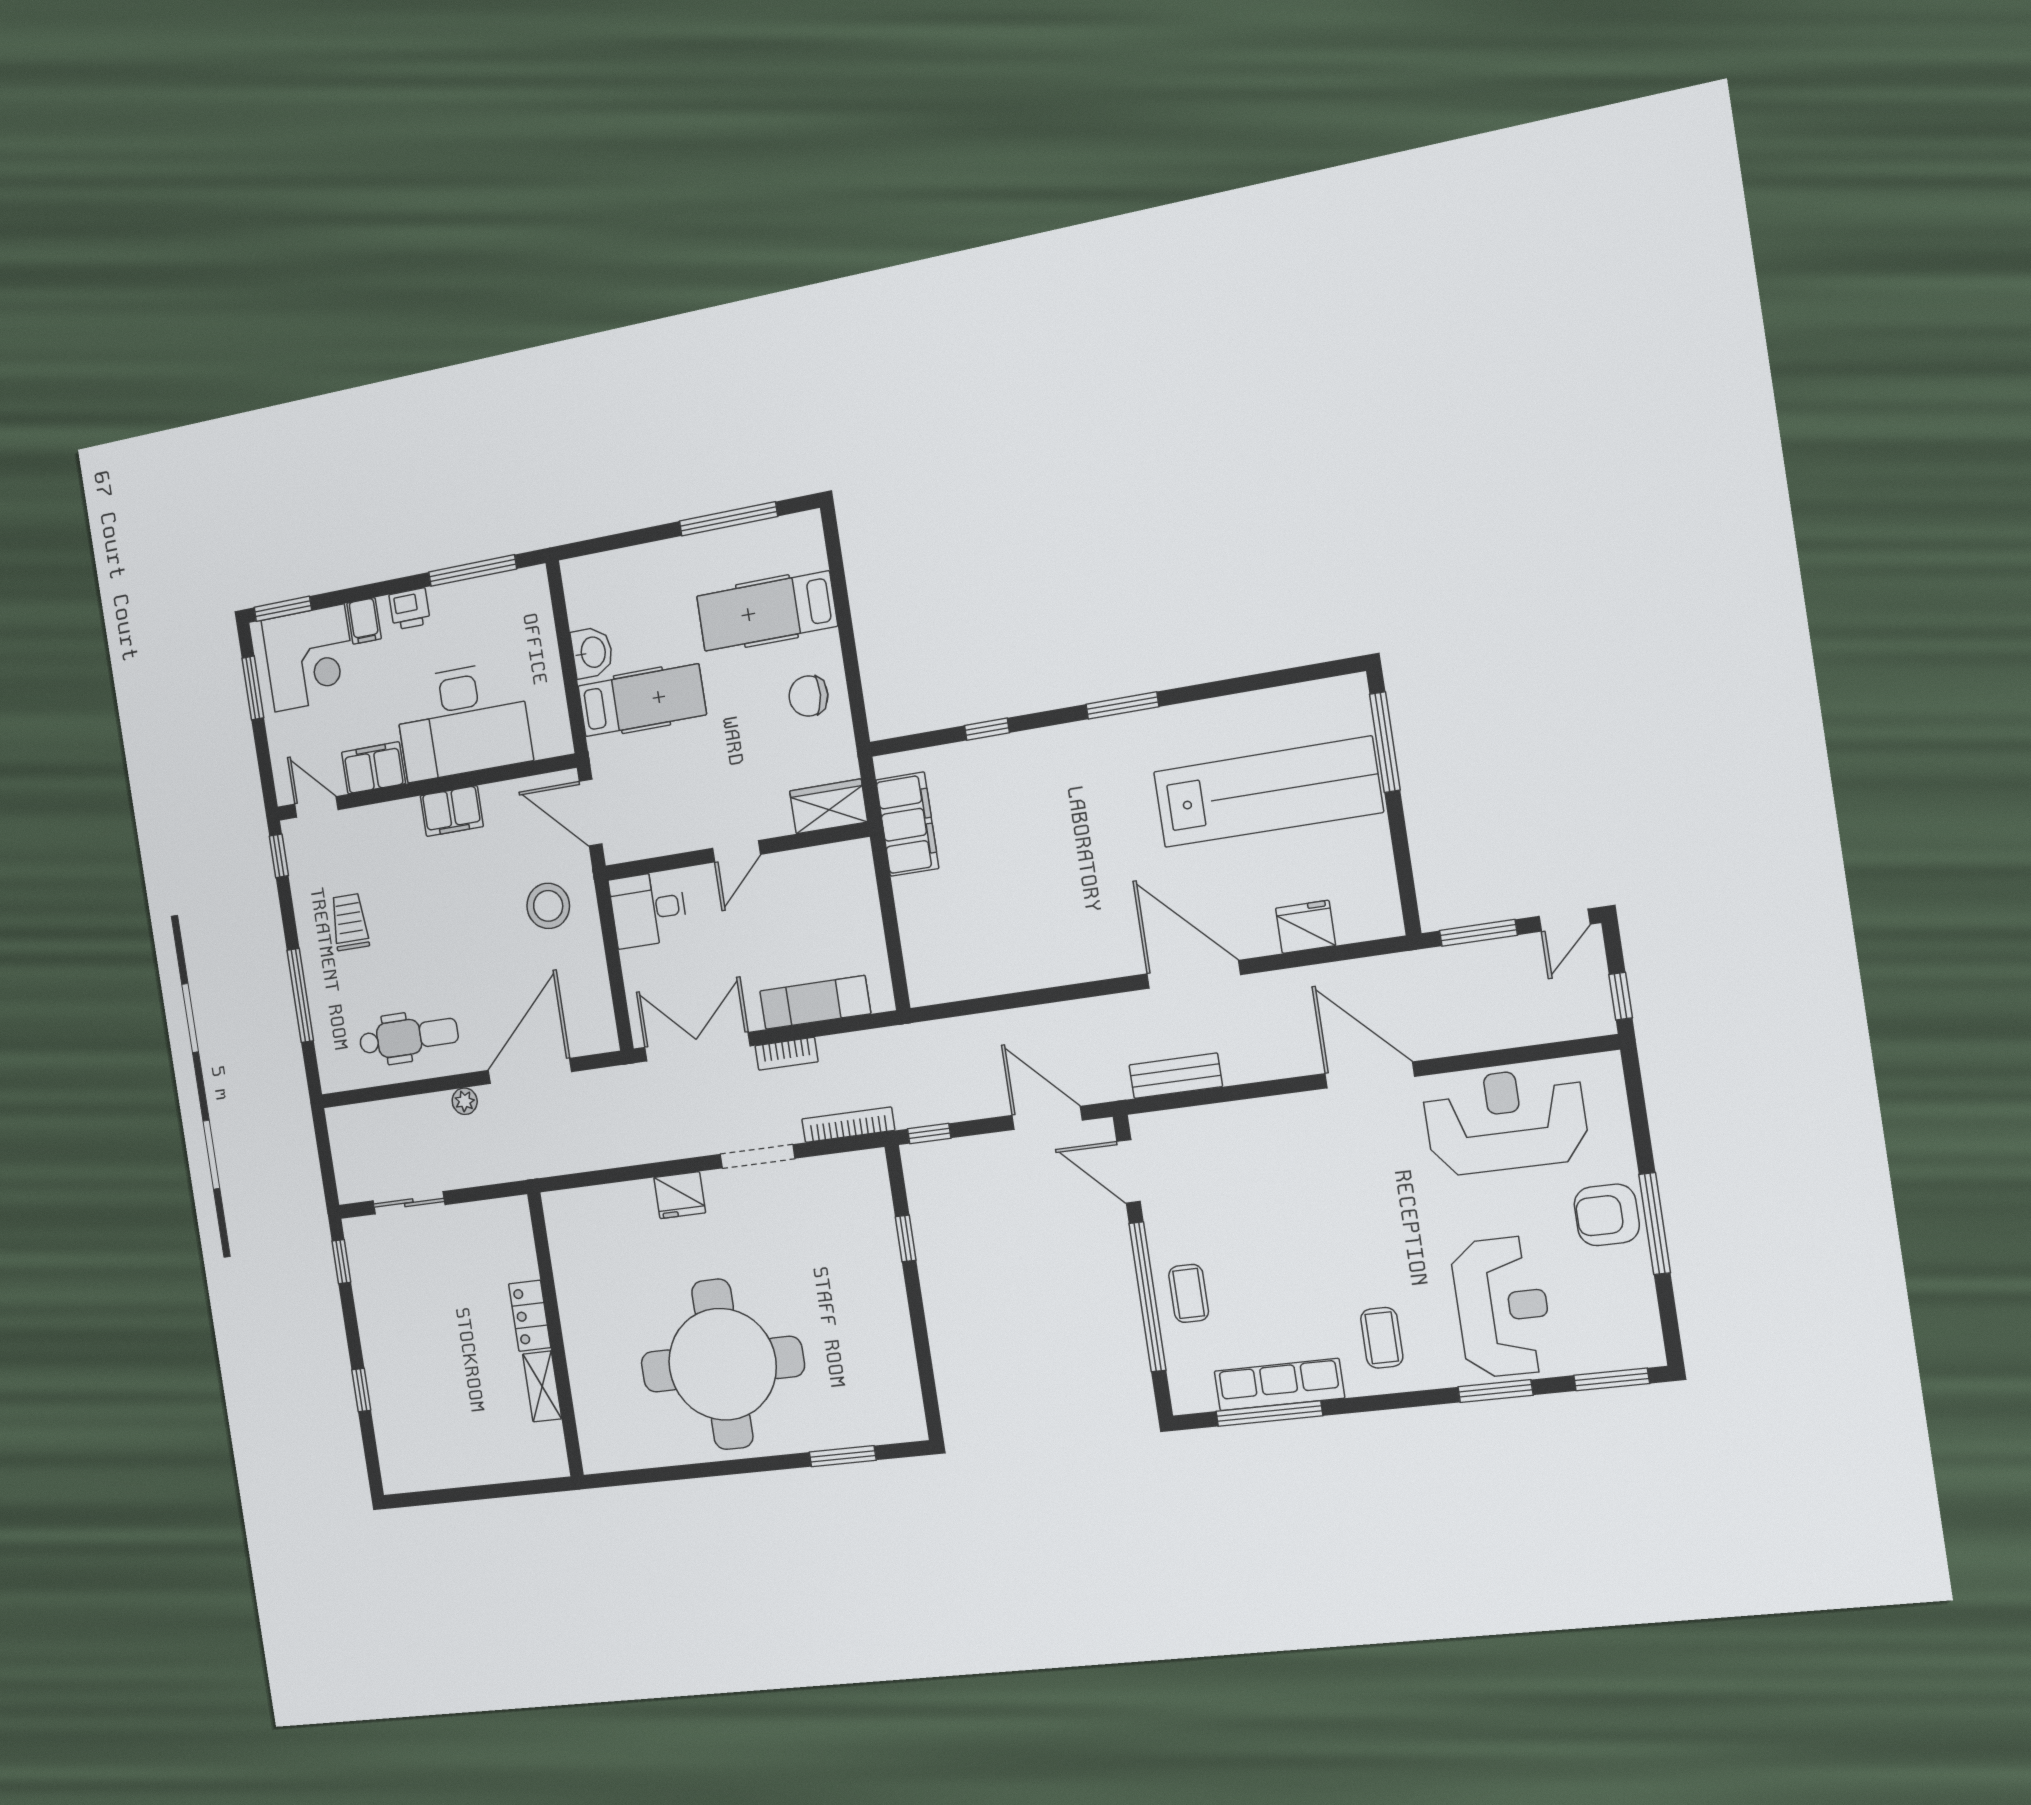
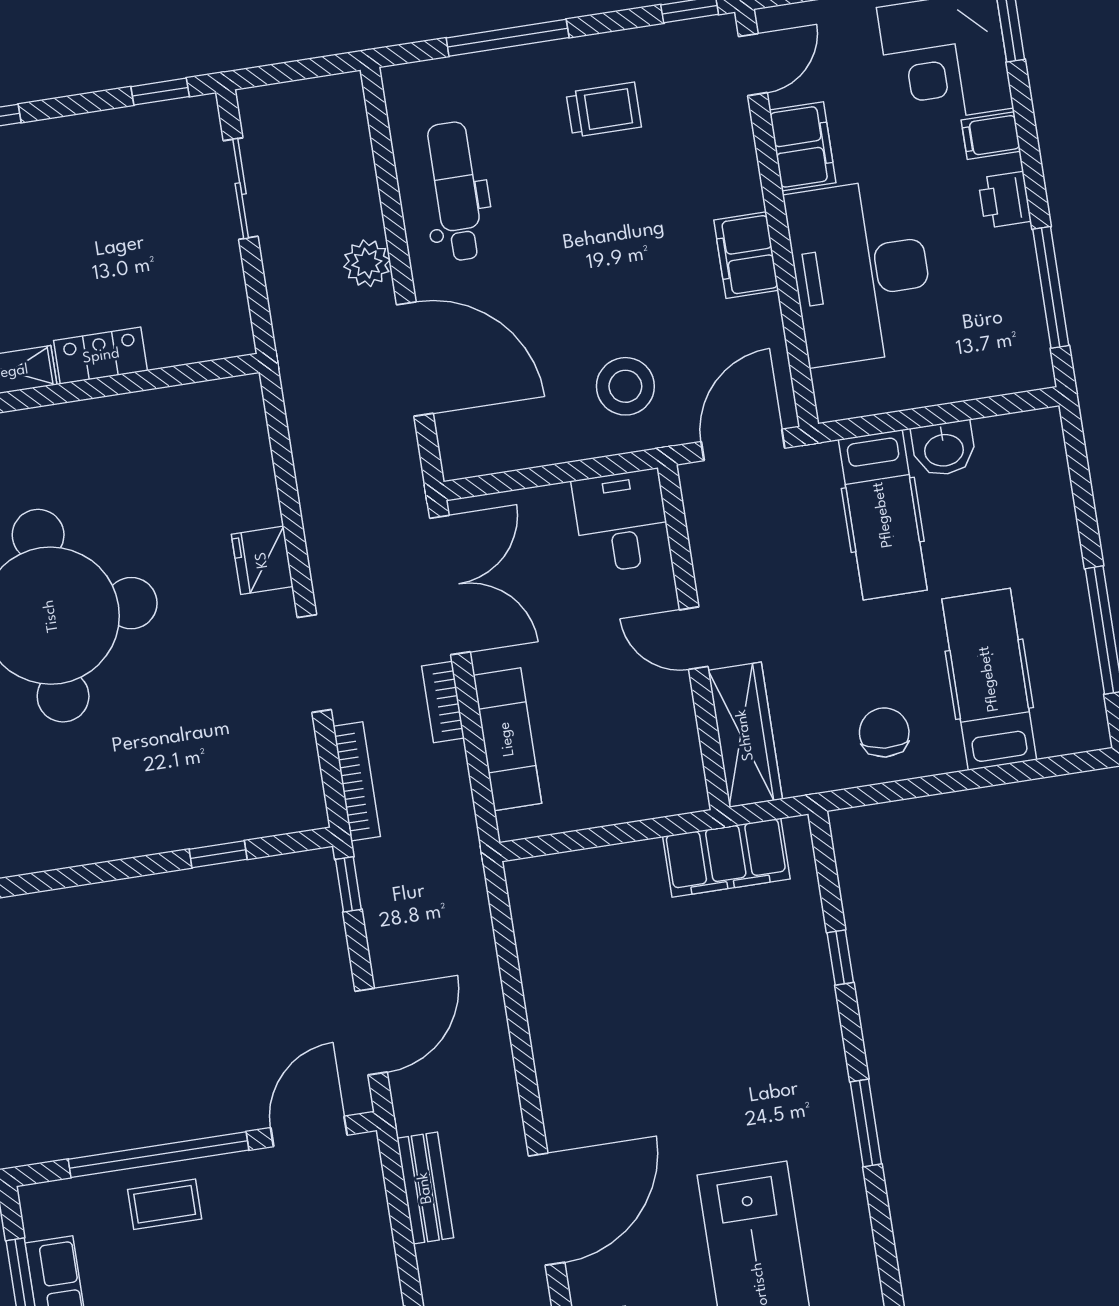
wardrobe: (829, 806) -> (745, 735), width x1.50
dental chair: (409, 1037) -> (456, 191), turned 180
plant: (465, 1101) -> (367, 263), width x1.38, depth x1.38

